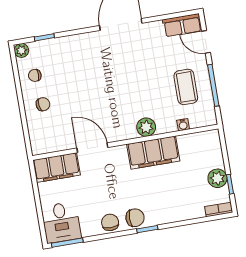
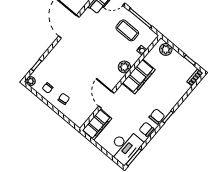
door: (92, 148) -> (106, 100), hinge flipped
plant: (217, 178) -> (166, 49), moved
desk: (61, 222) -> (125, 146), width x1.37

